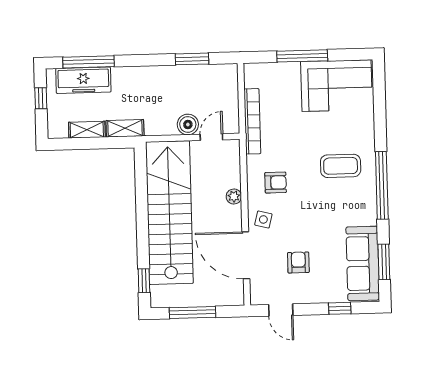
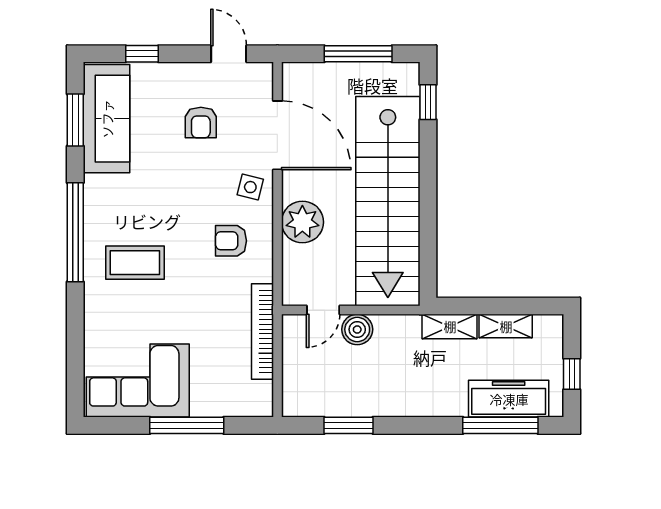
plant: (234, 196) -> (302, 222), width x1.88, depth x1.88

